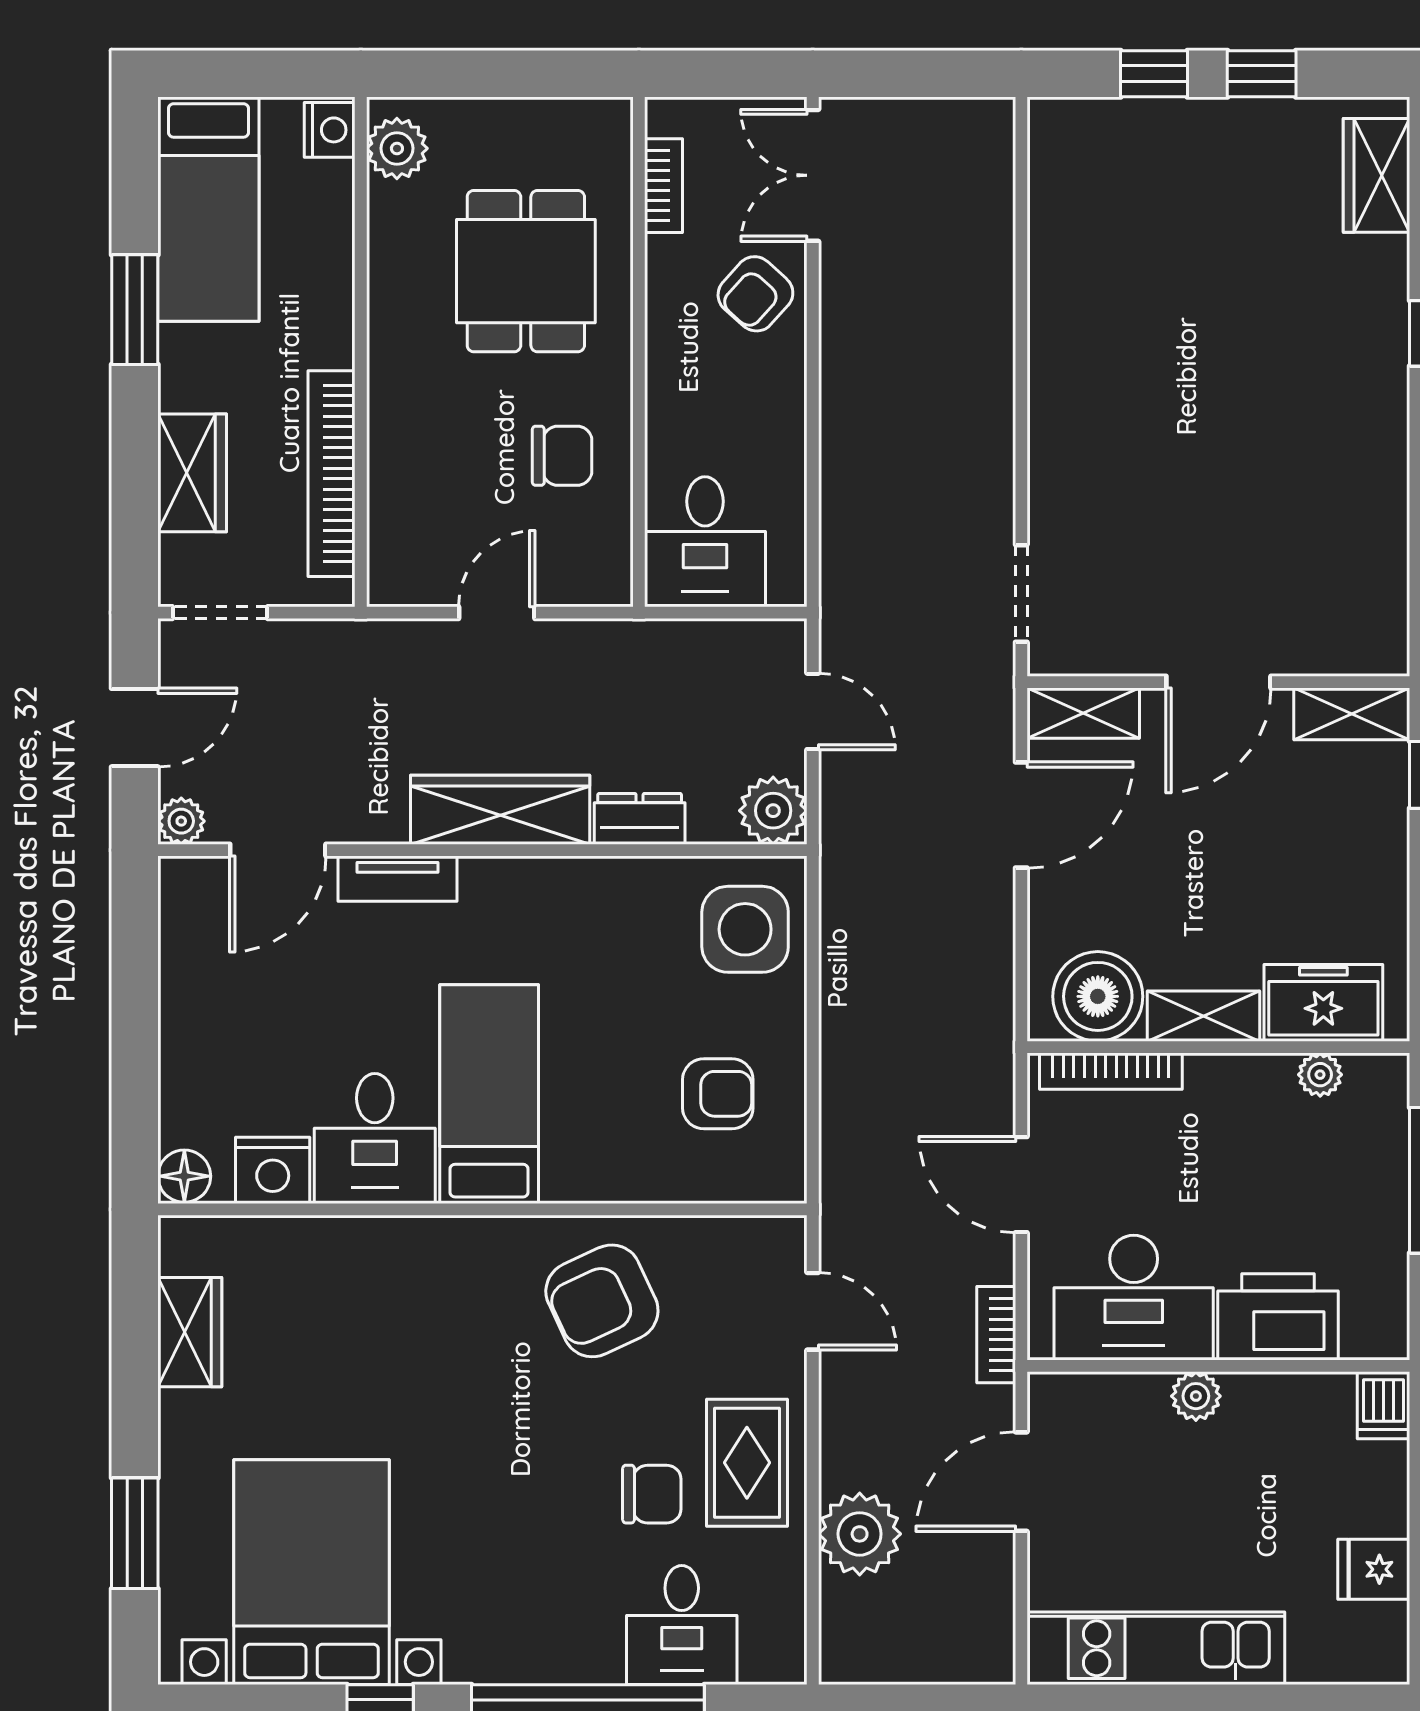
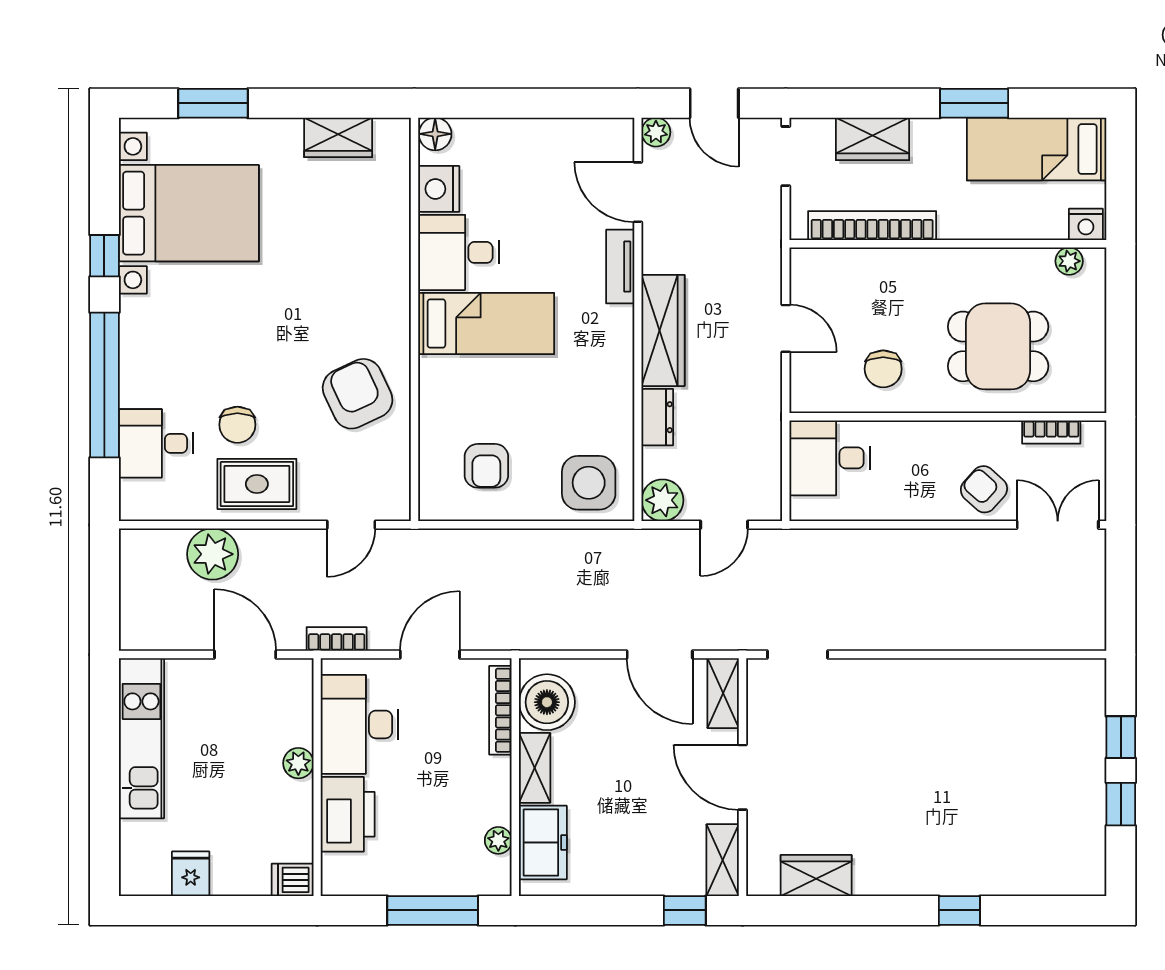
plant: (397, 148) -> (1069, 261), width x0.73, depth x0.73
wardrobe: (1376, 175) -> (816, 875), moved

